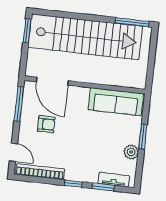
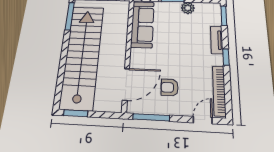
armchair: (46, 124) -> (170, 87), turned -90
tv unit: (114, 180) -> (217, 40), moved
window: (103, 187) -> (224, 16), moved

